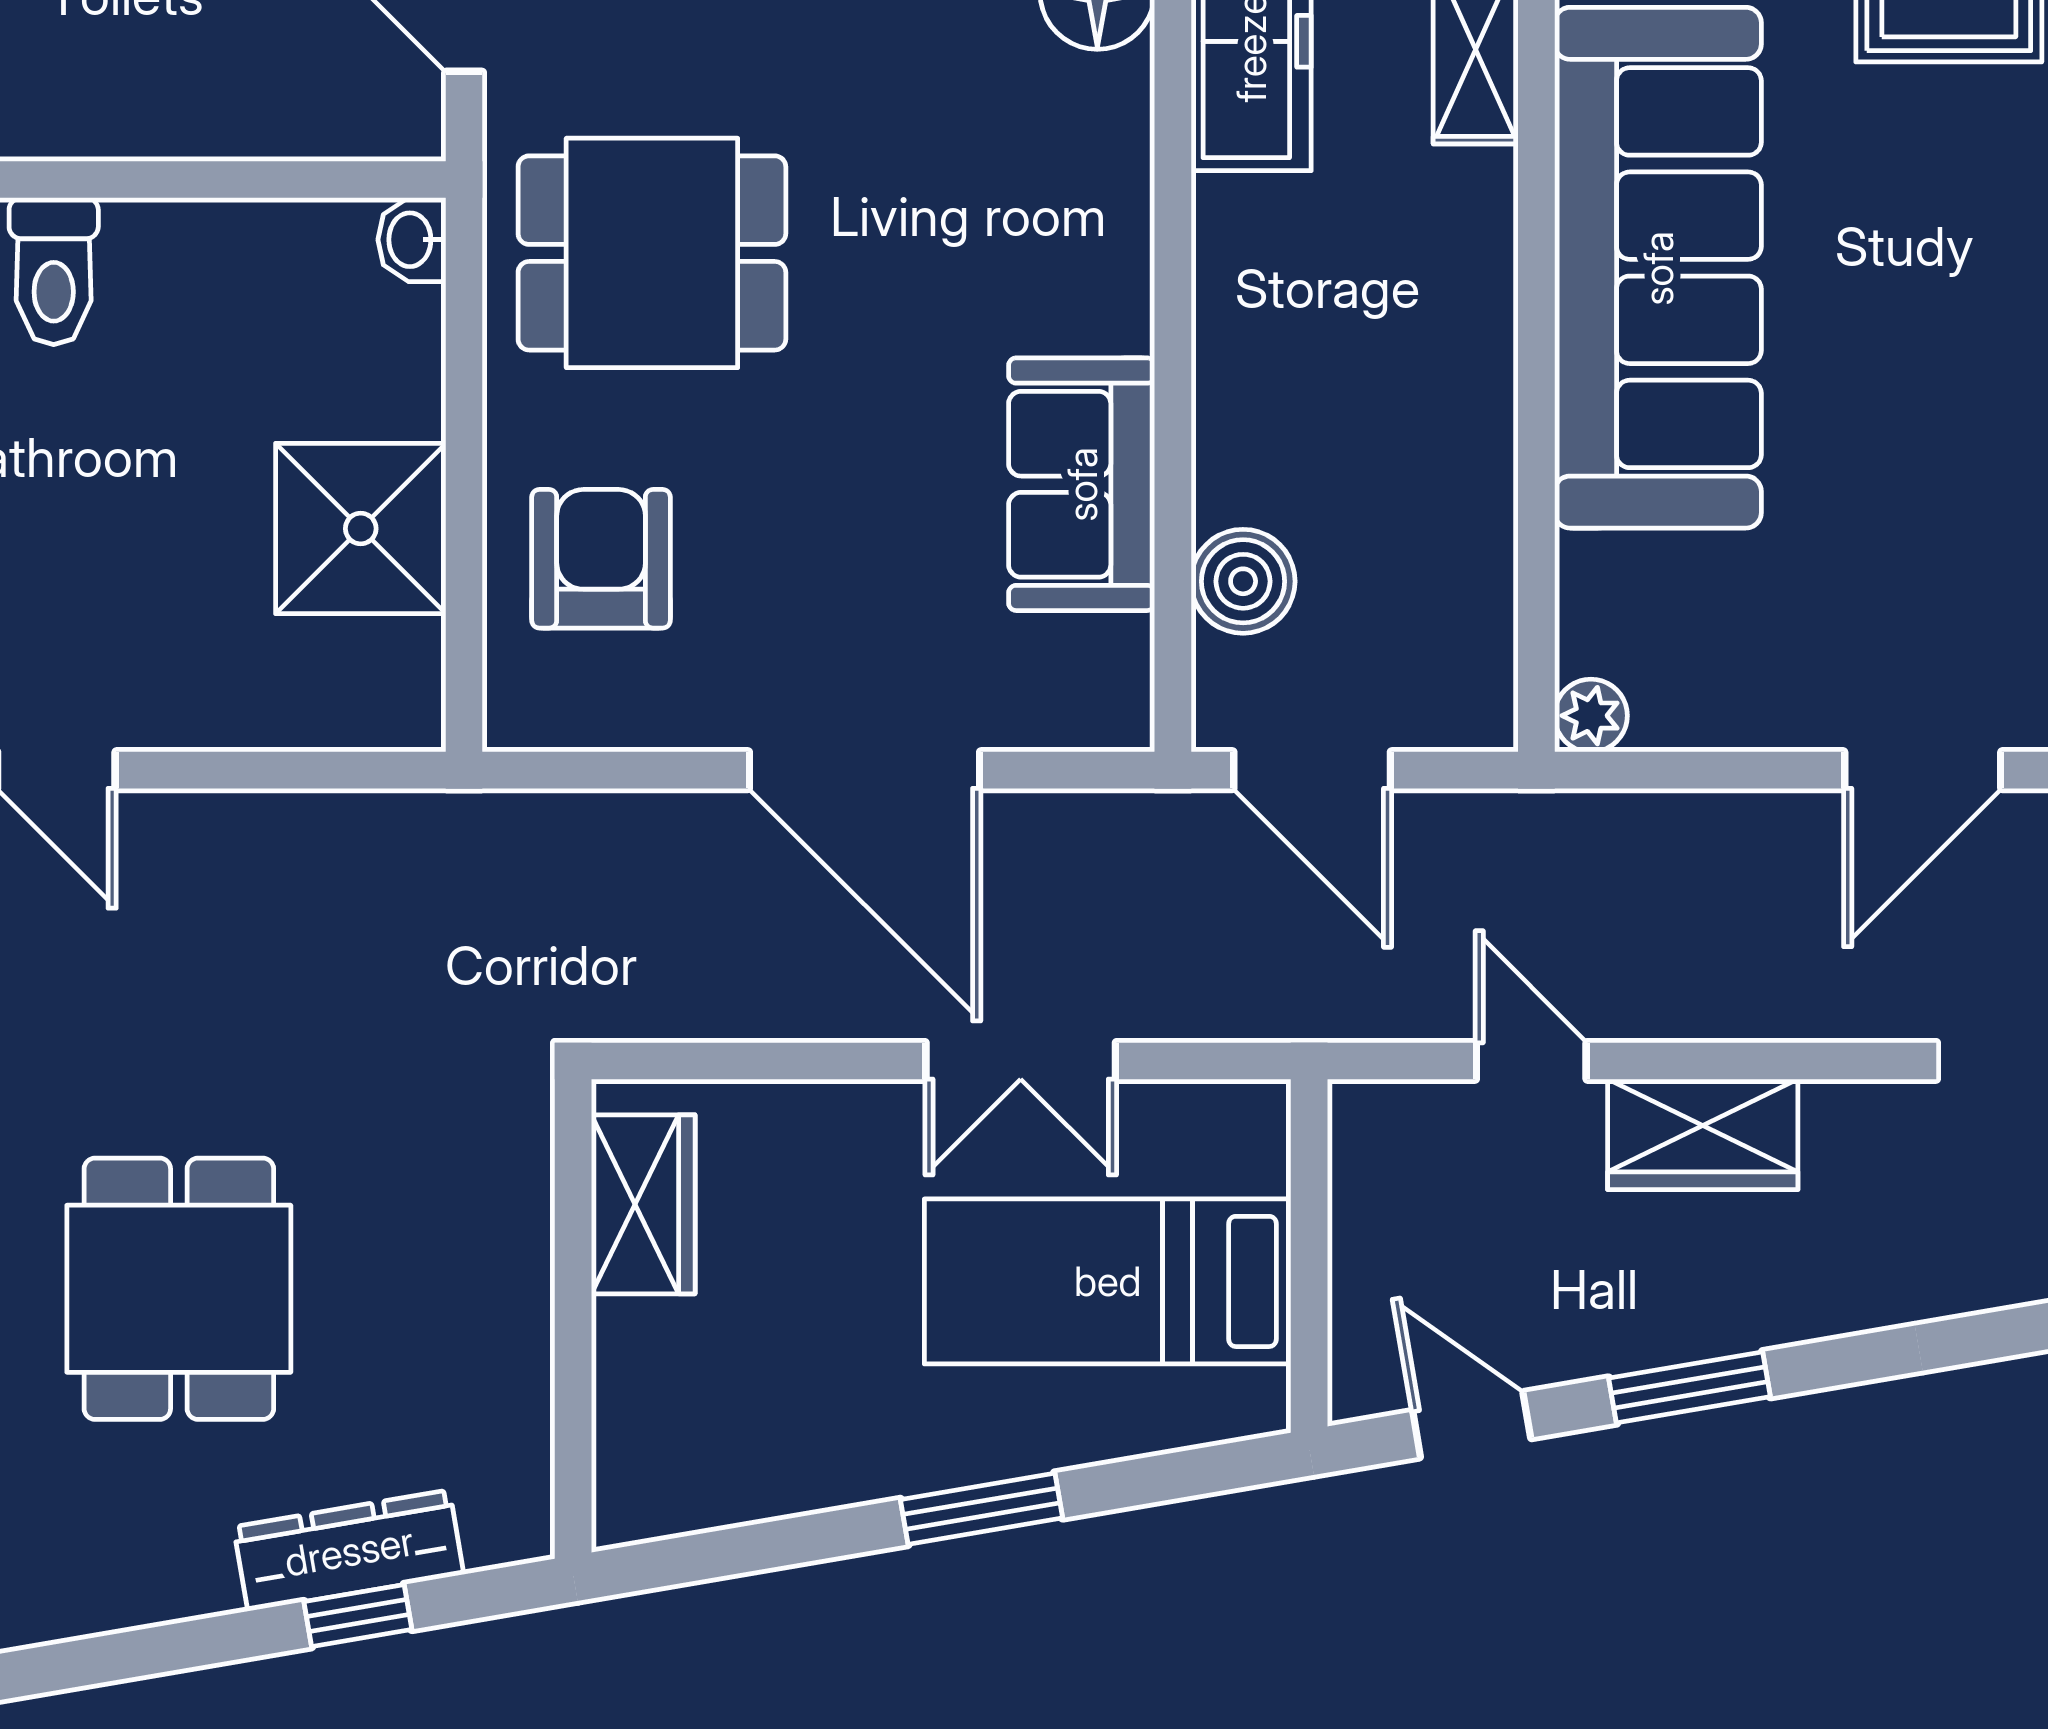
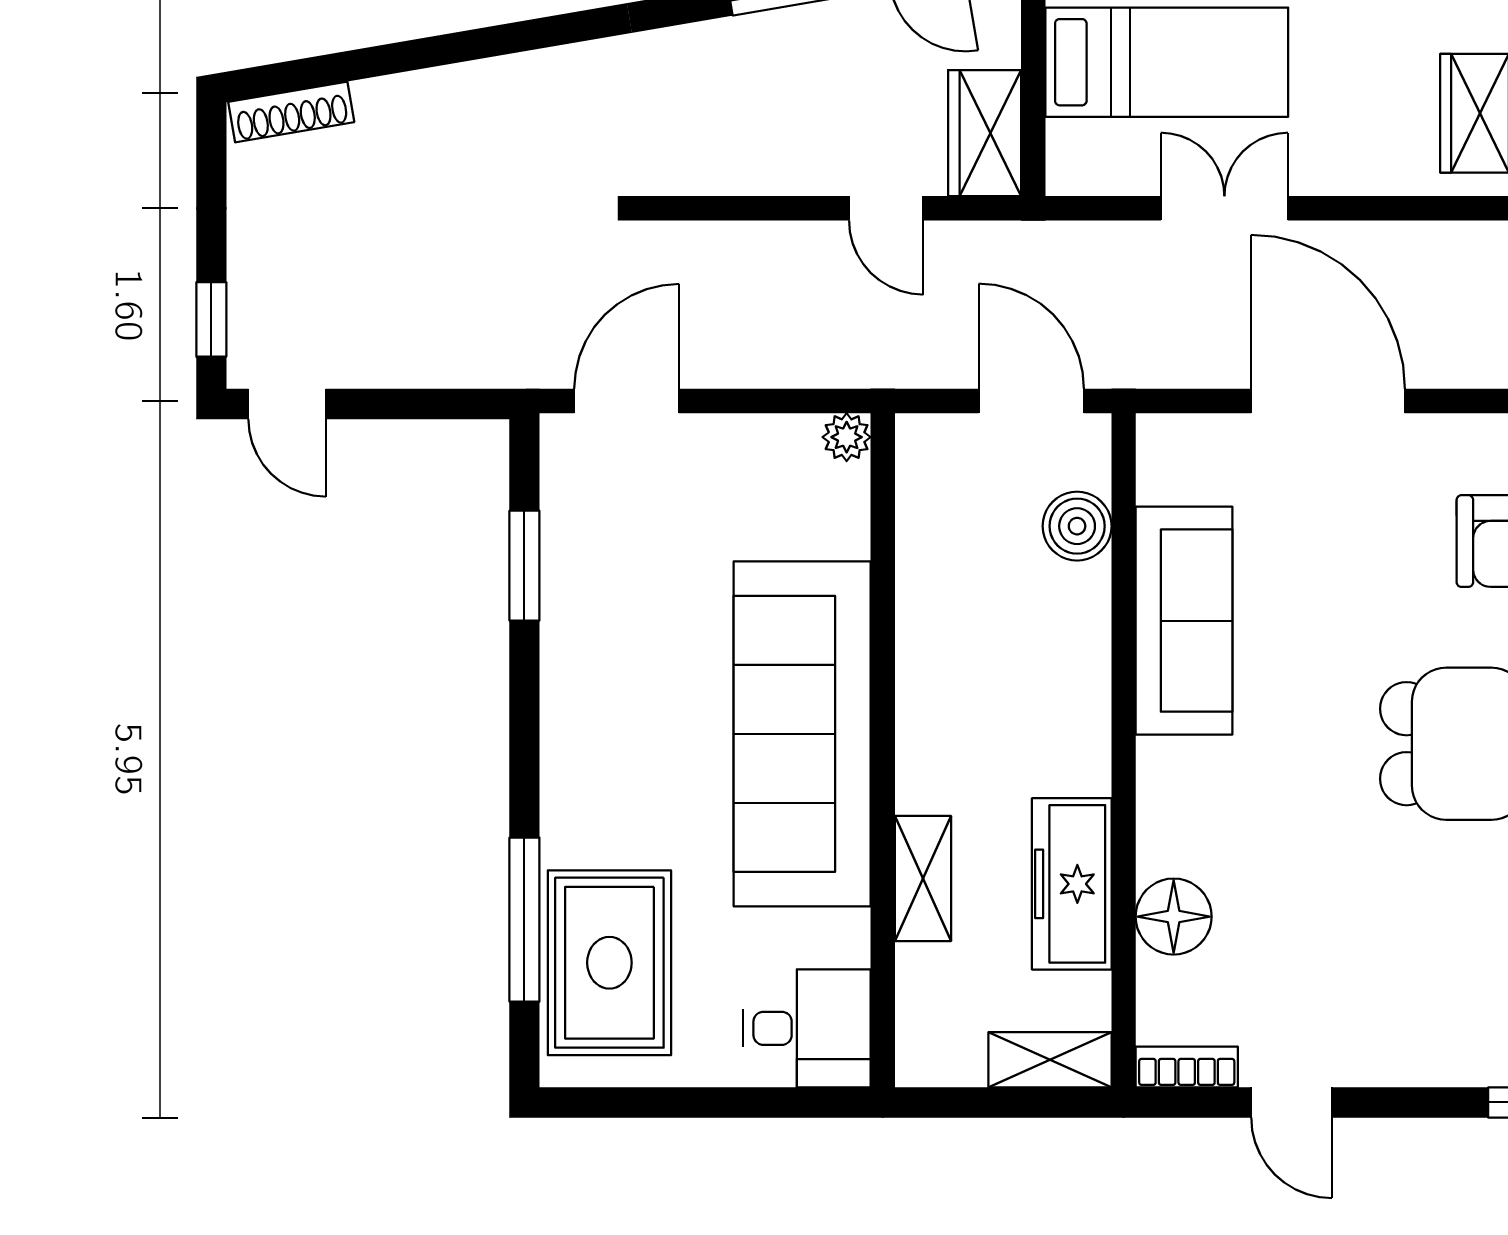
sofa: (1082, 484) -> (1184, 621), width x1.36
wardrobe: (1703, 1134) -> (985, 133), moved, turned -90

